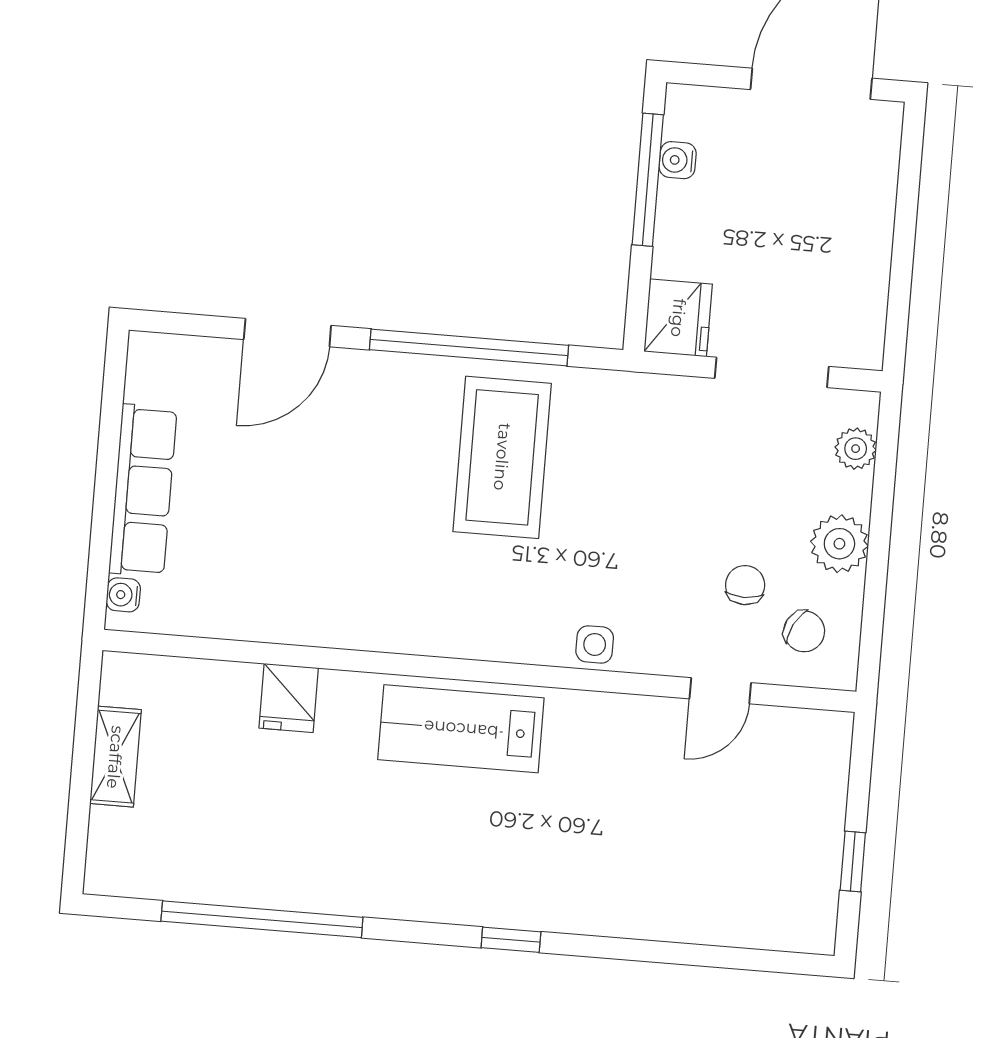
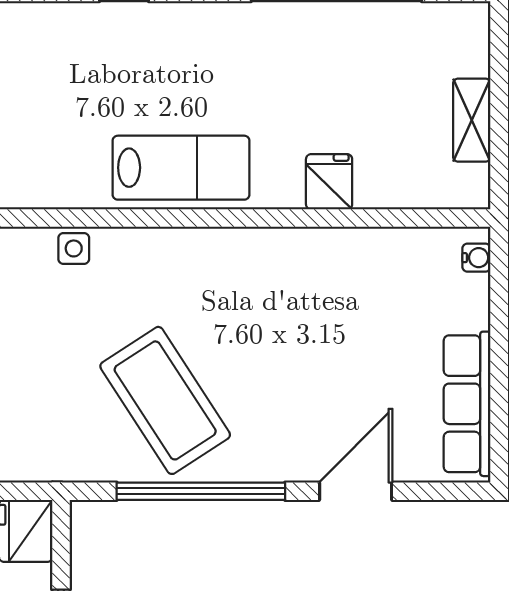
coffee table: (502, 457) -> (165, 400), turned -33
row of seats: (143, 490) -> (467, 404), moved

